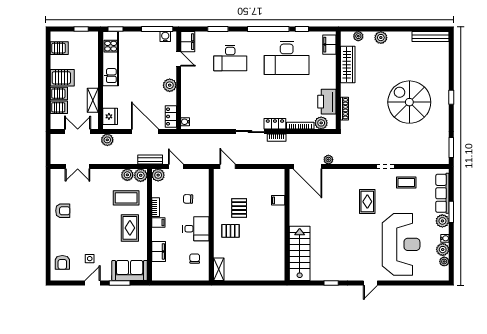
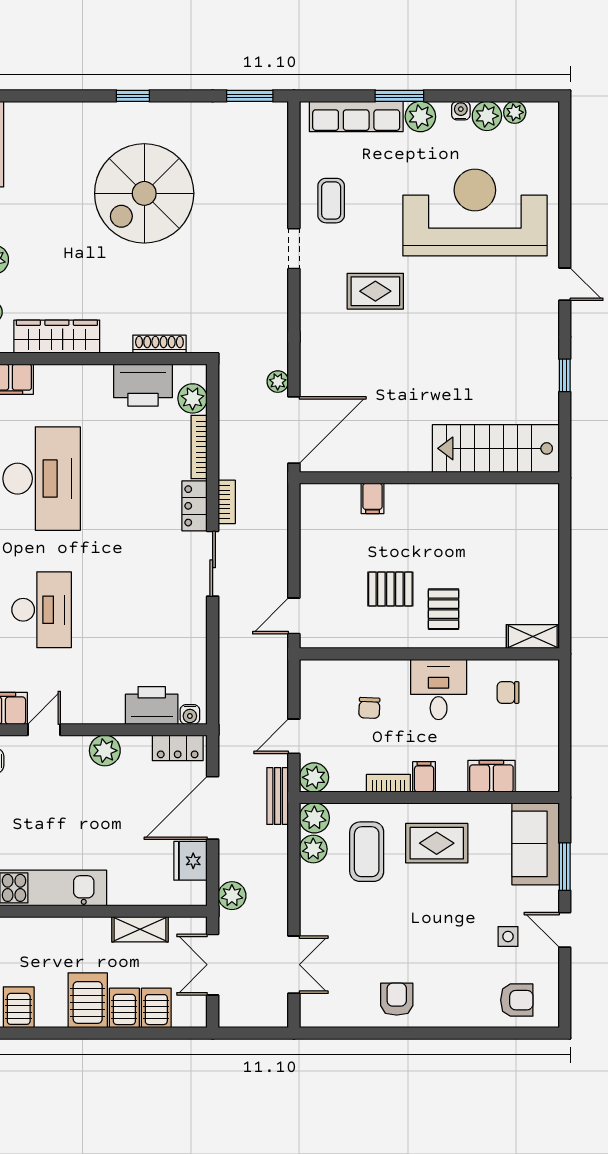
printer: (189, 105) -> (152, 705), added
fridge: (110, 116) -> (191, 861), moved, turned -90

